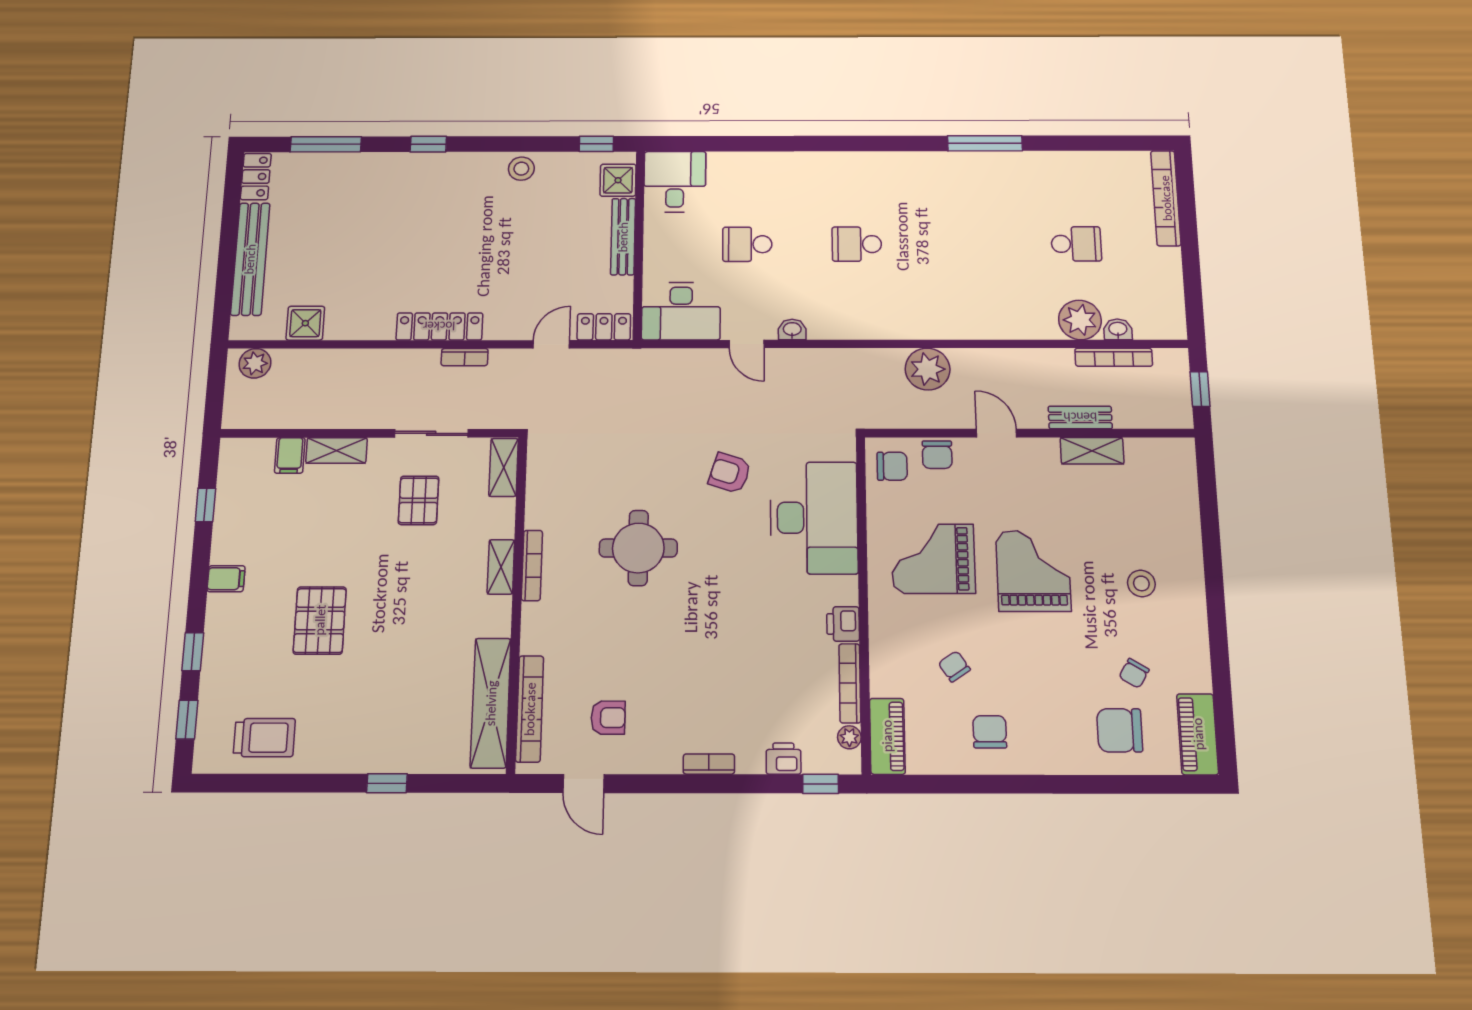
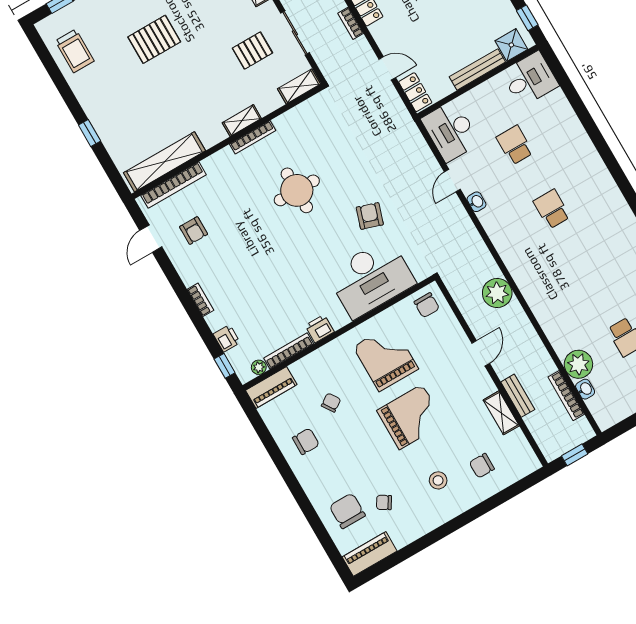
chair: (937, 455) -> (482, 466), moved

